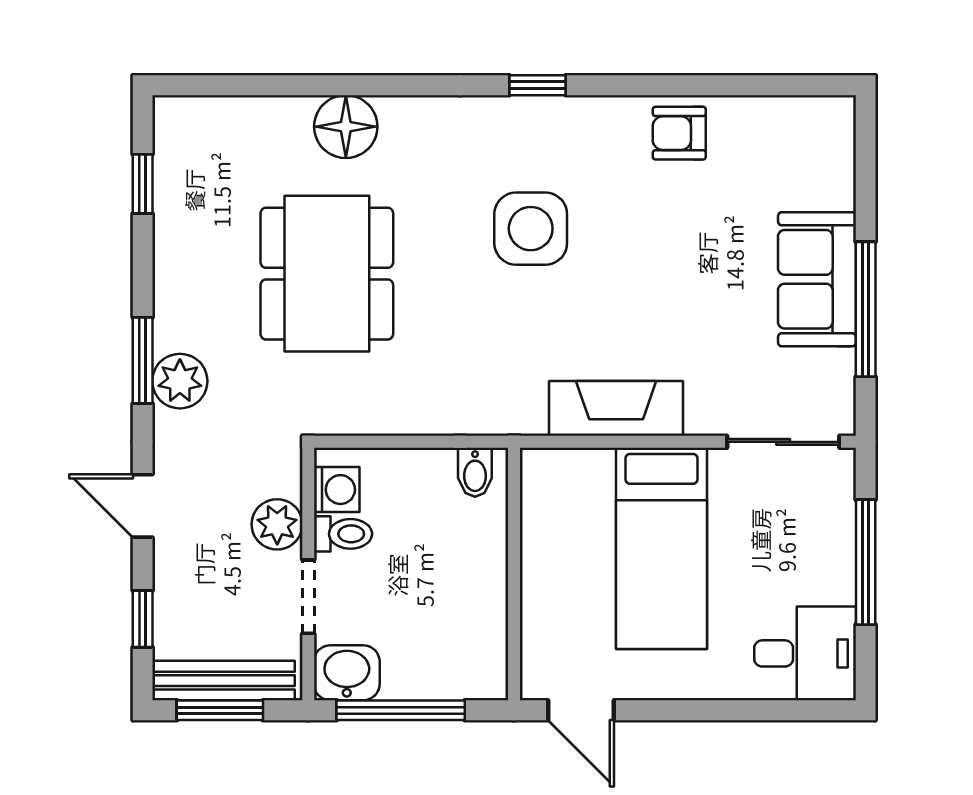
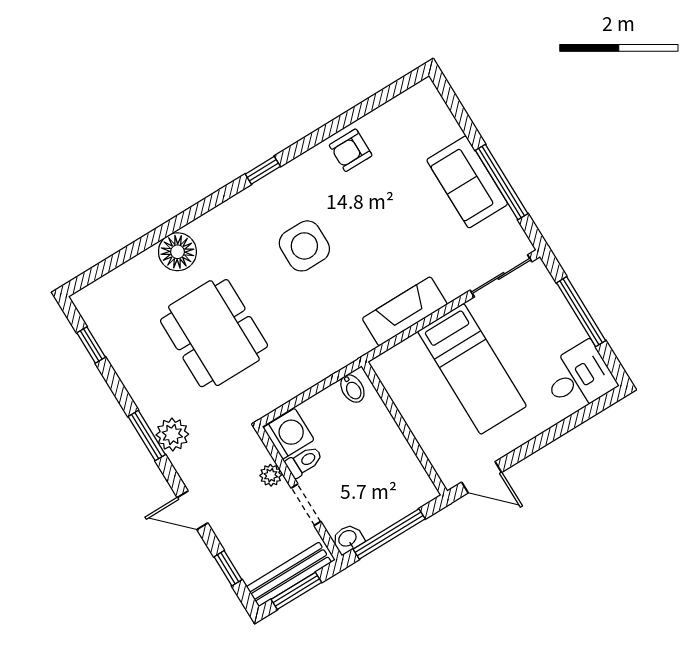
washing machine: (337, 490) -> (289, 434), width x1.38, depth x1.38
plant: (277, 524) -> (271, 475), width x0.73, depth x0.73
washbasin: (347, 673) -> (348, 539), width x0.72, depth x0.69

